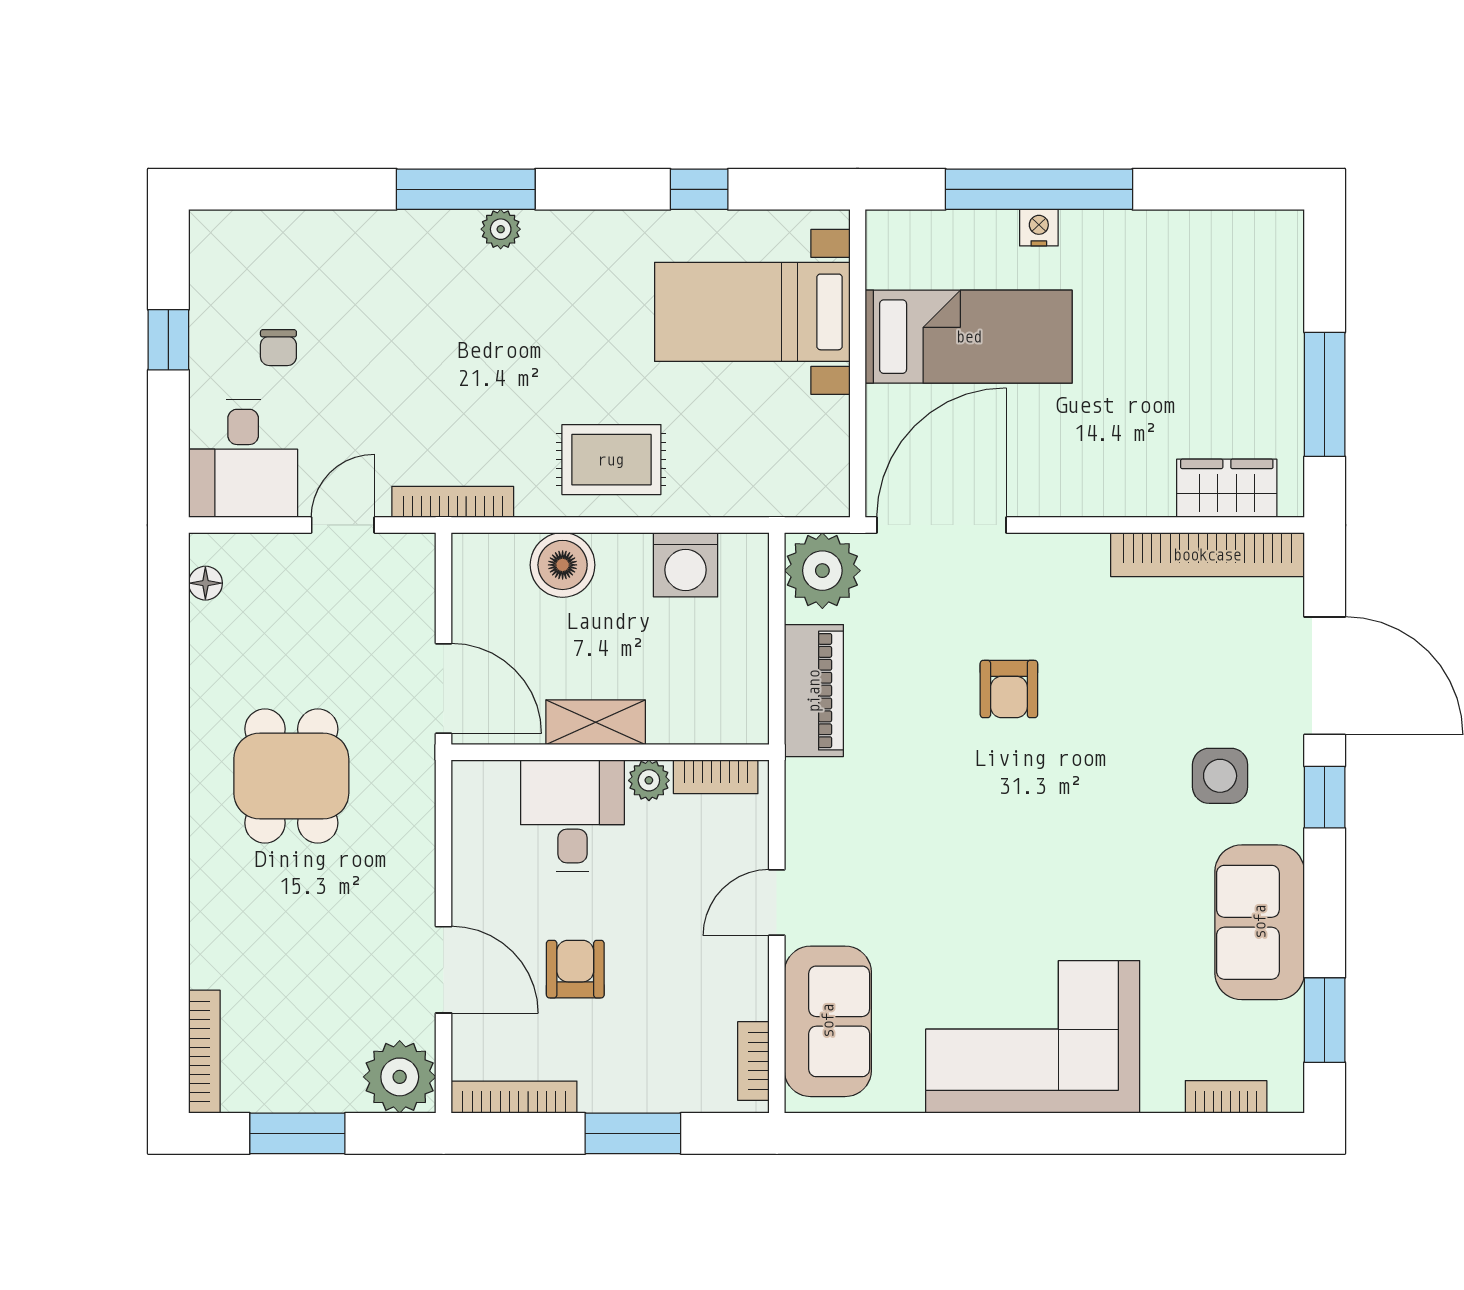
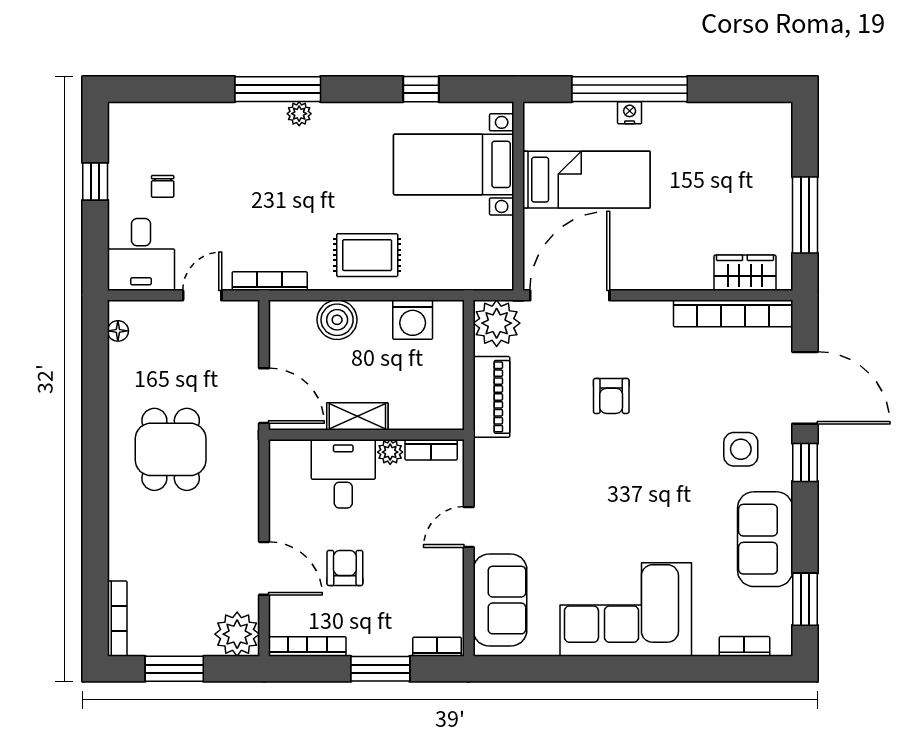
bookcase: (753, 1061) -> (437, 647), moved, turned 90

